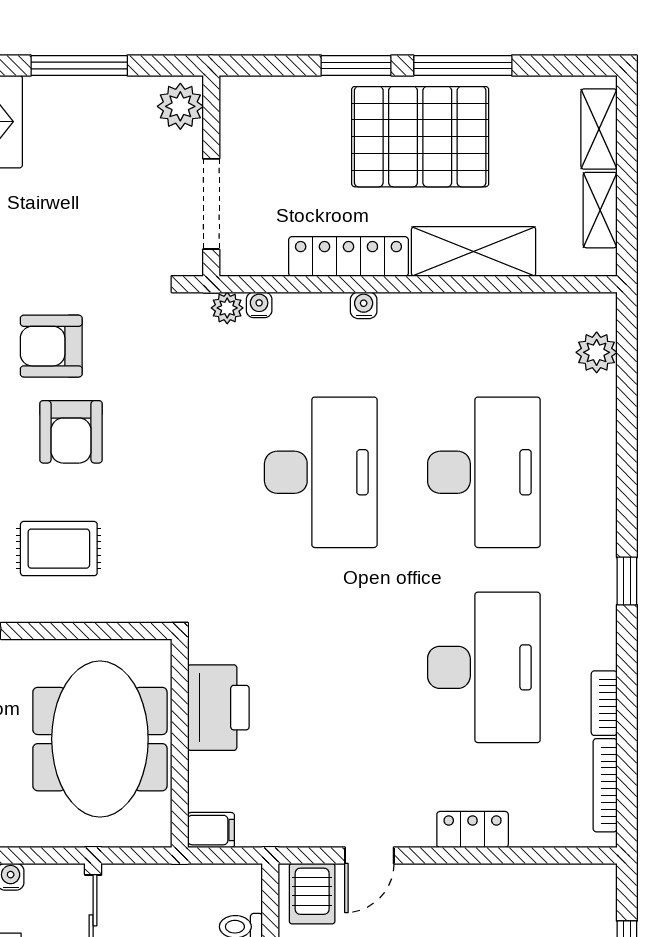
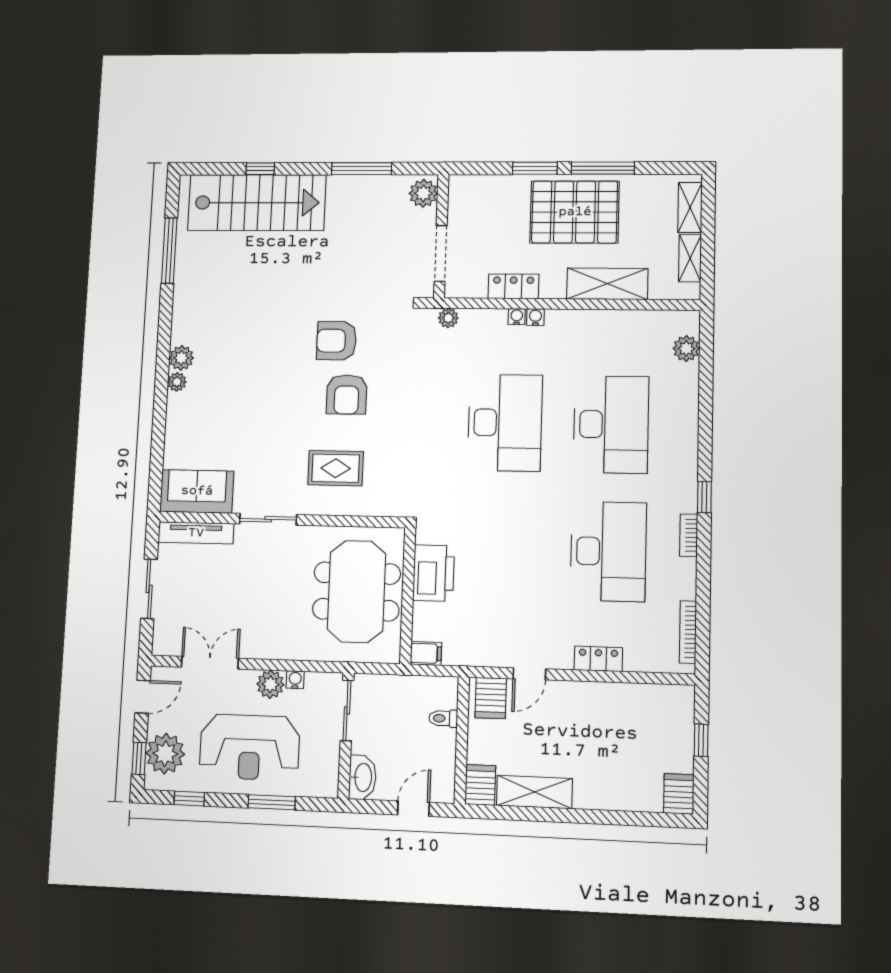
locker: (348, 256) -> (513, 286), width x0.66
water cooler: (259, 305) -> (517, 317), moved
bookcase: (604, 703) -> (689, 535), moved

